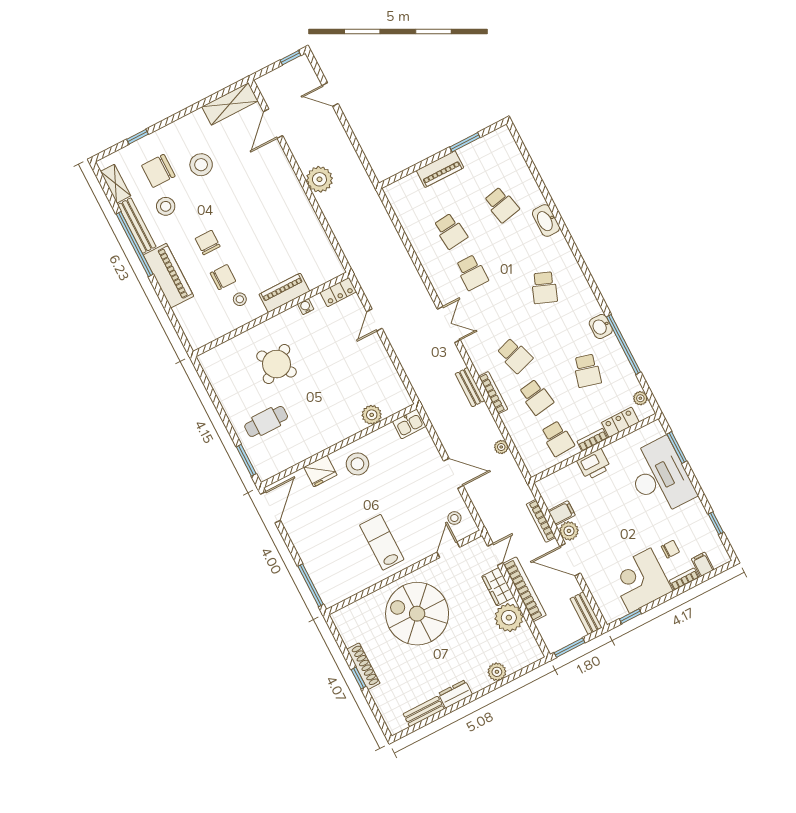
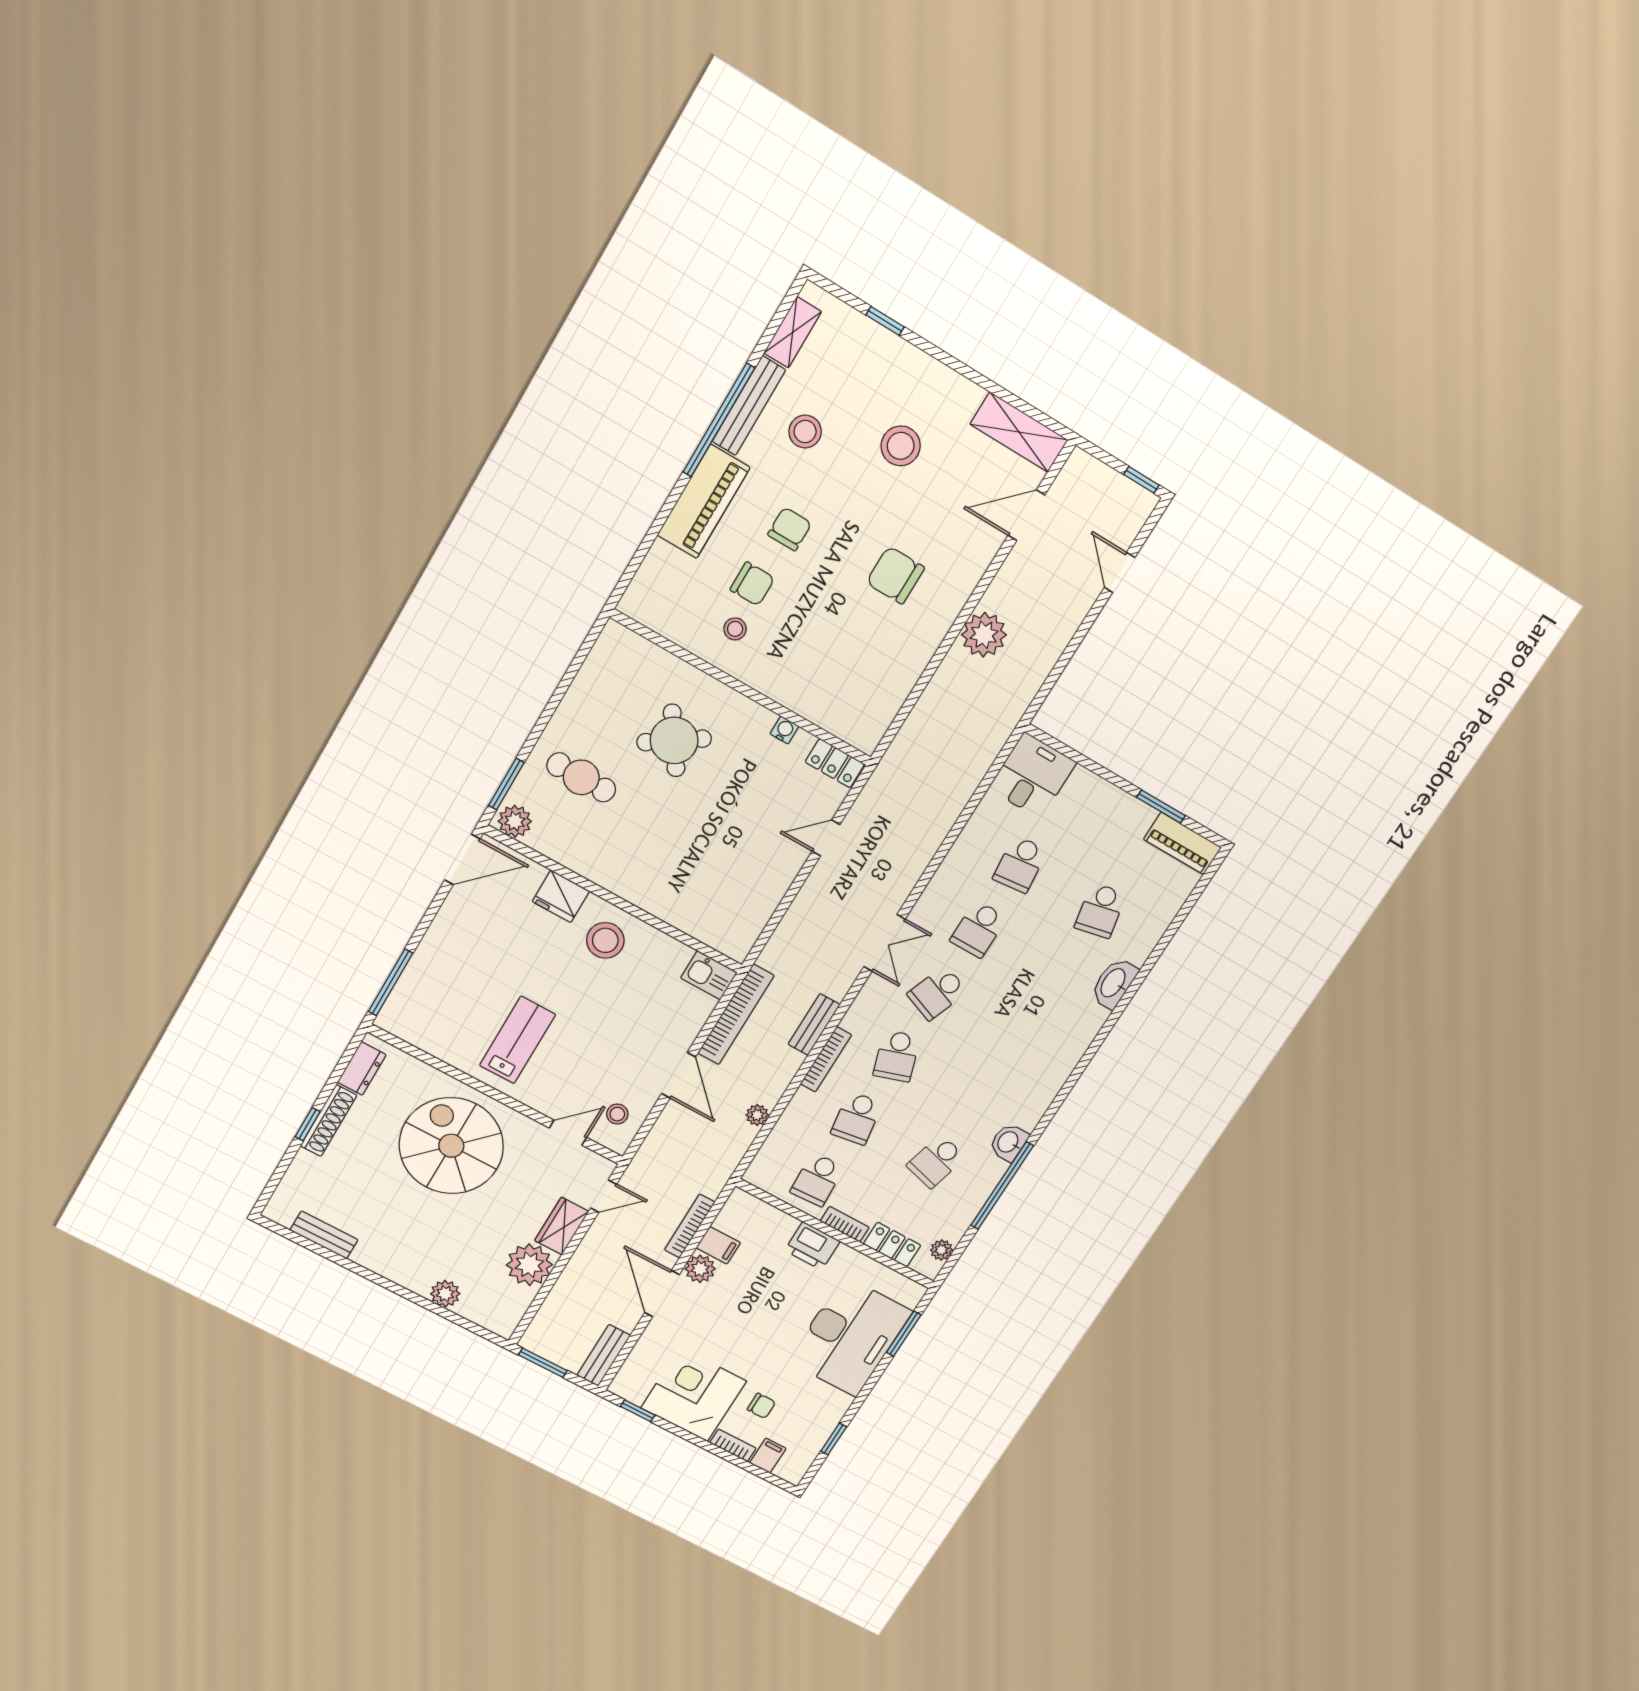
piano: (440, 169) -> (1182, 843), moved
chair: (158, 171) -> (895, 575), moved
desk: (407, 198) -> (1032, 776), added
school desk: (544, 288) -> (937, 993), moved
piano: (284, 293) -> (785, 687), removed
plant: (372, 415) -> (515, 821), moved
bookcase: (525, 589) -> (736, 1014), moved
dresser: (455, 694) -> (362, 1069), moved, turned 90

